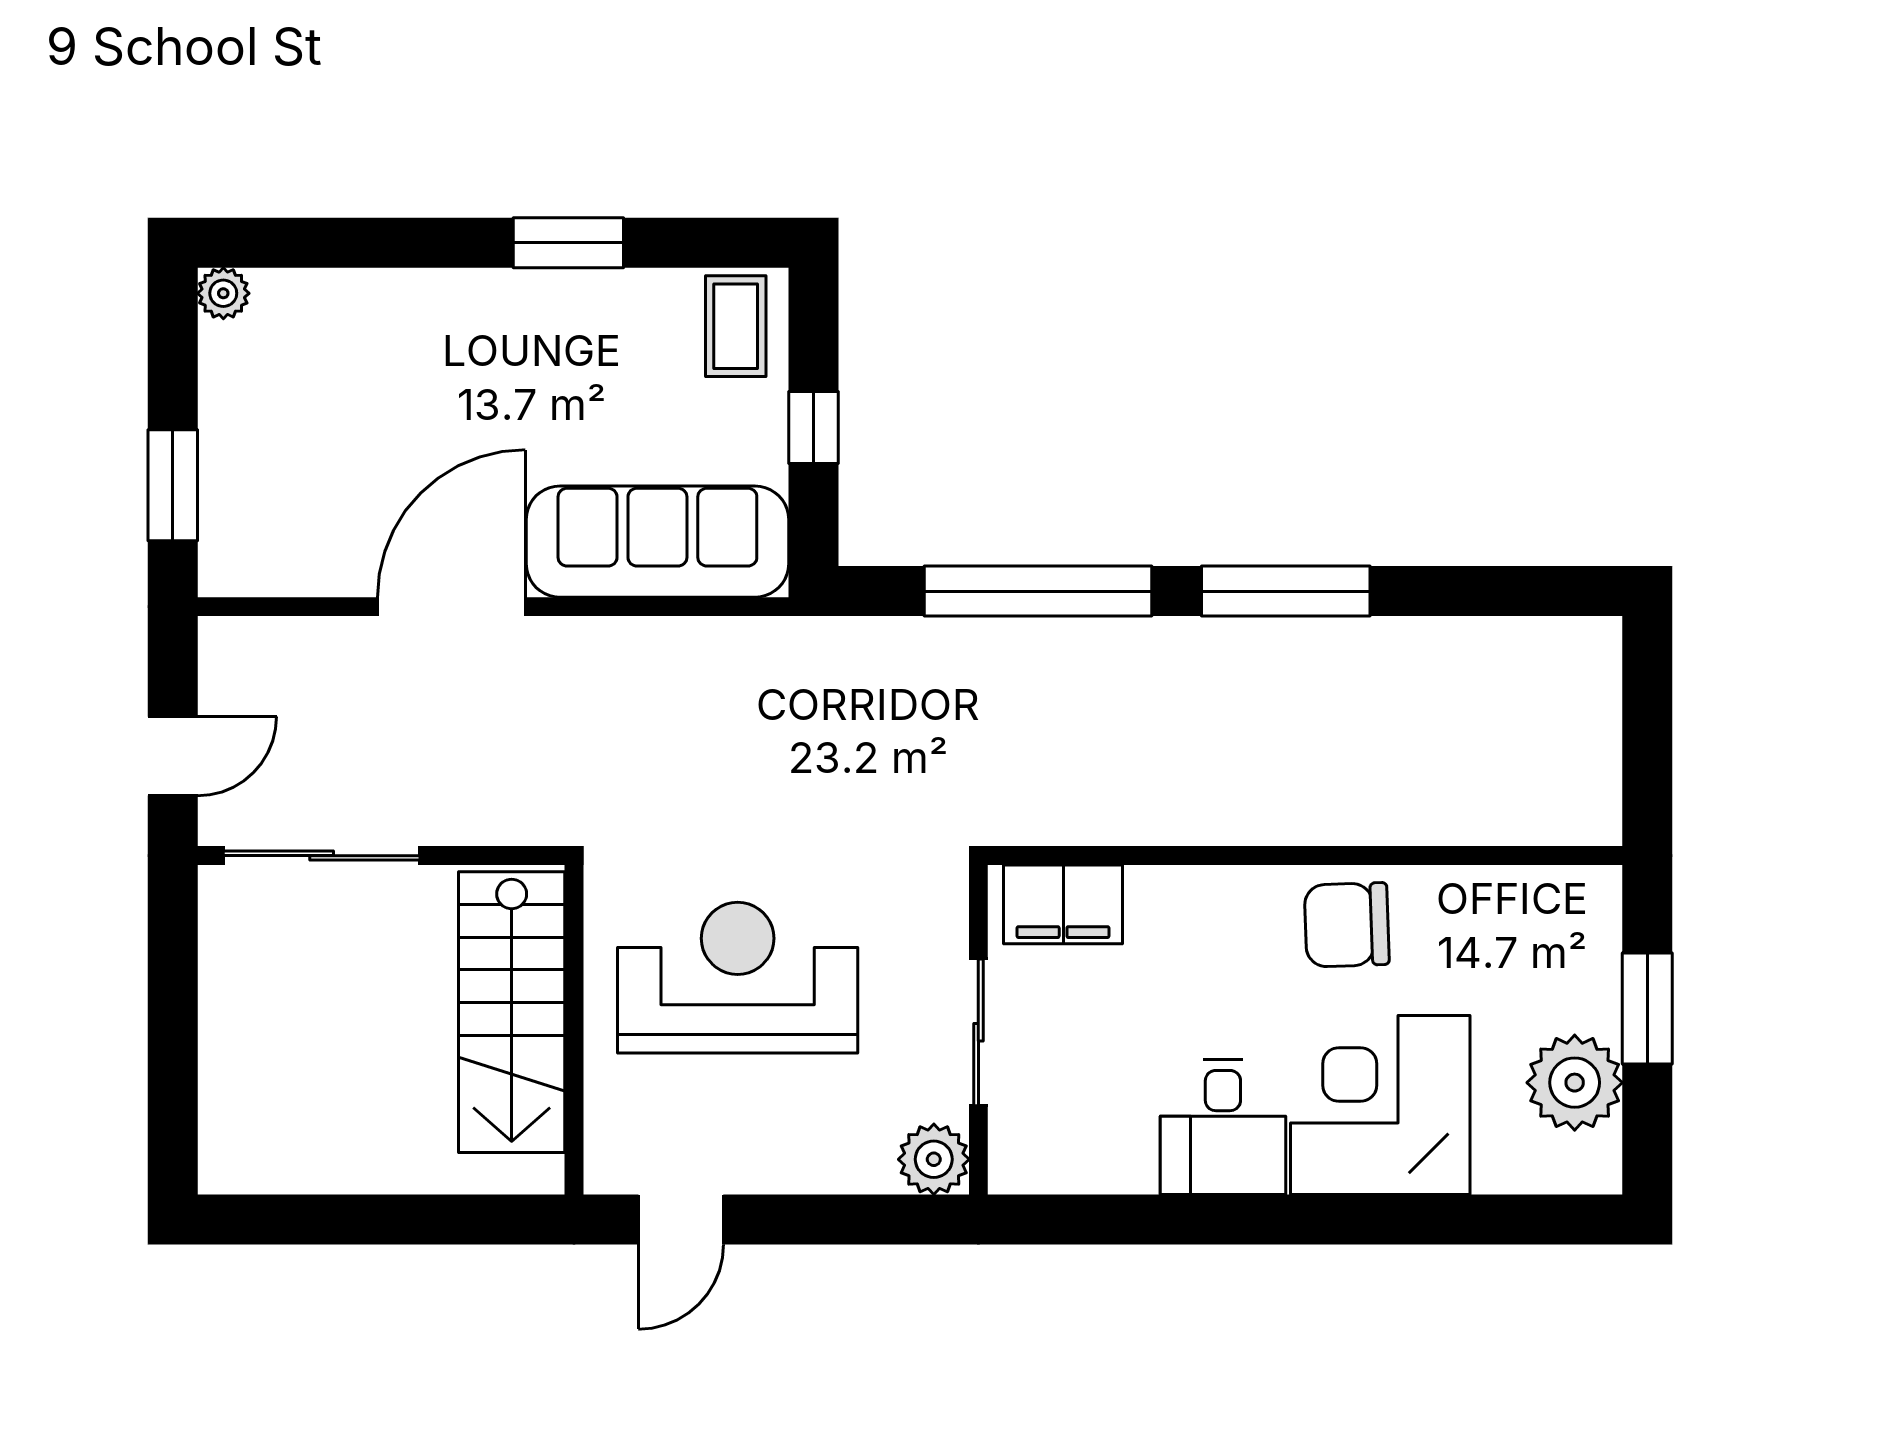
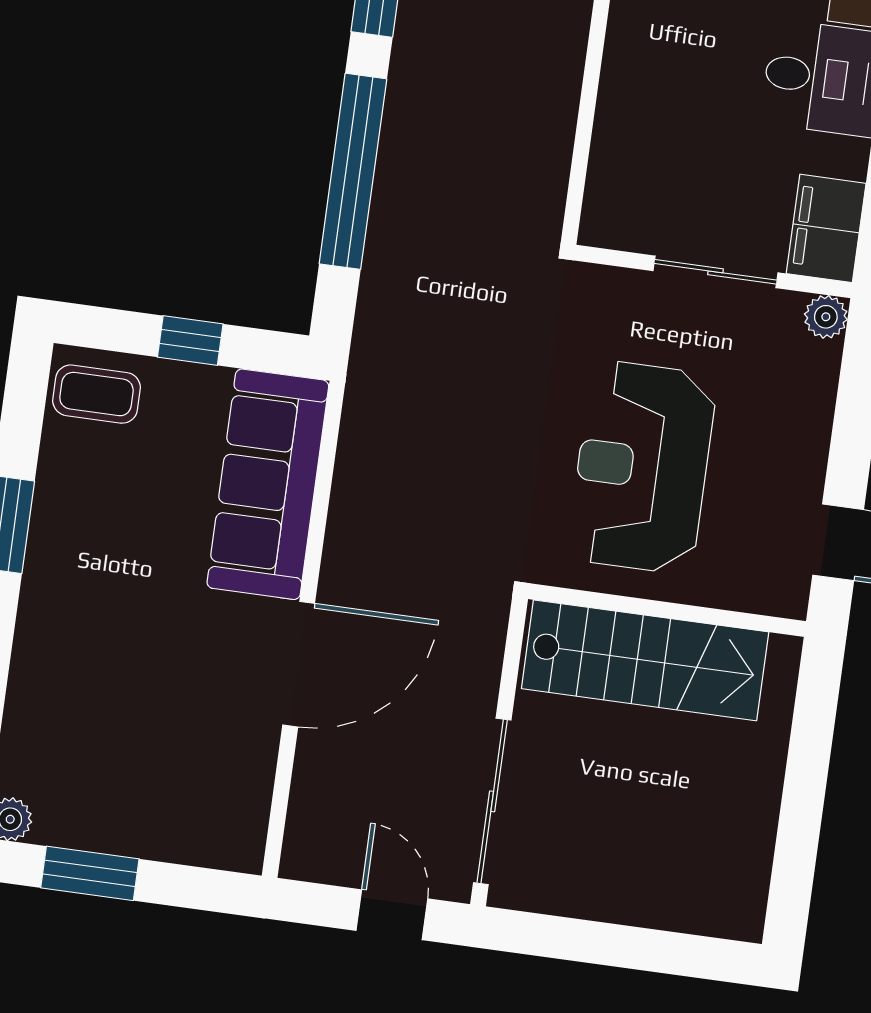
window: (173, 485) -> (90, 873), moved
door: (451, 607) -> (299, 664), swing flipped
filing cabinet: (1063, 904) -> (826, 228), moved, turned 180
plant: (934, 1159) -> (826, 317), width x0.73, depth x0.73

